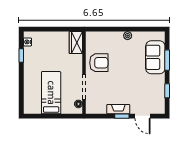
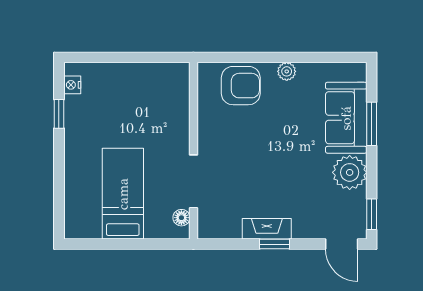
wardrobe: (76, 43) -> (176, 86), removed
armchair: (99, 63) -> (241, 86), moved
plant: (157, 83) -> (350, 172), added
window: (167, 91) -> (372, 214), moved
door: (143, 116) -> (342, 244), moved

